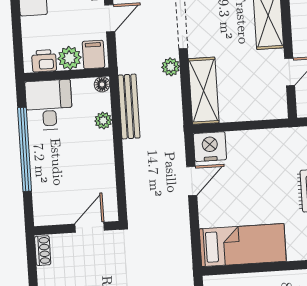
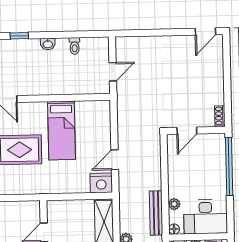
desk: (49, 105) -> (205, 217), width x1.37
window: (25, 149) -> (229, 166), moved
bed: (243, 245) -> (62, 130), moved, turned -90

